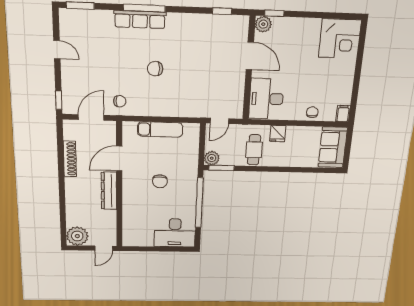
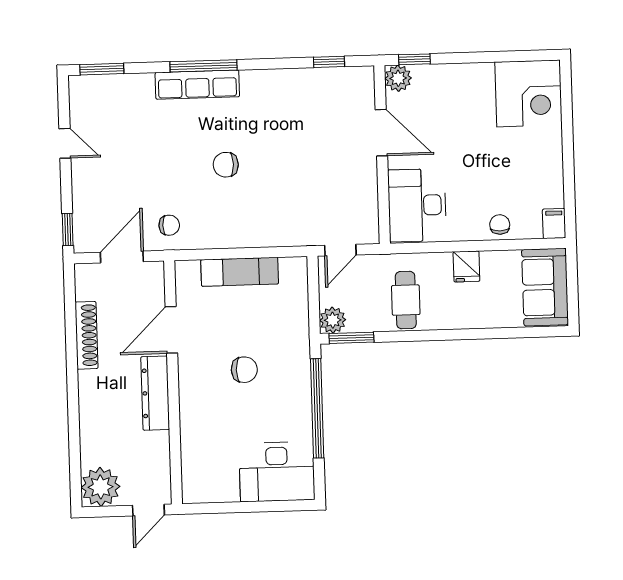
fridge: (278, 134) -> (466, 267), moved
chair: (160, 181) -> (244, 370), turned -90

